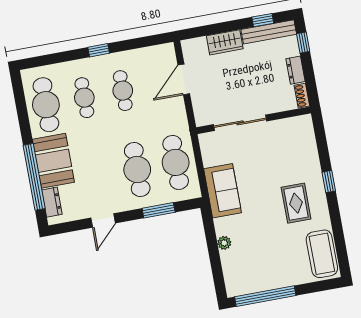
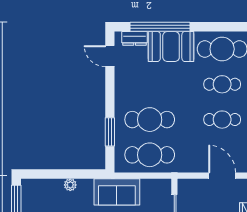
door: (103, 221) -> (110, 56), moved

